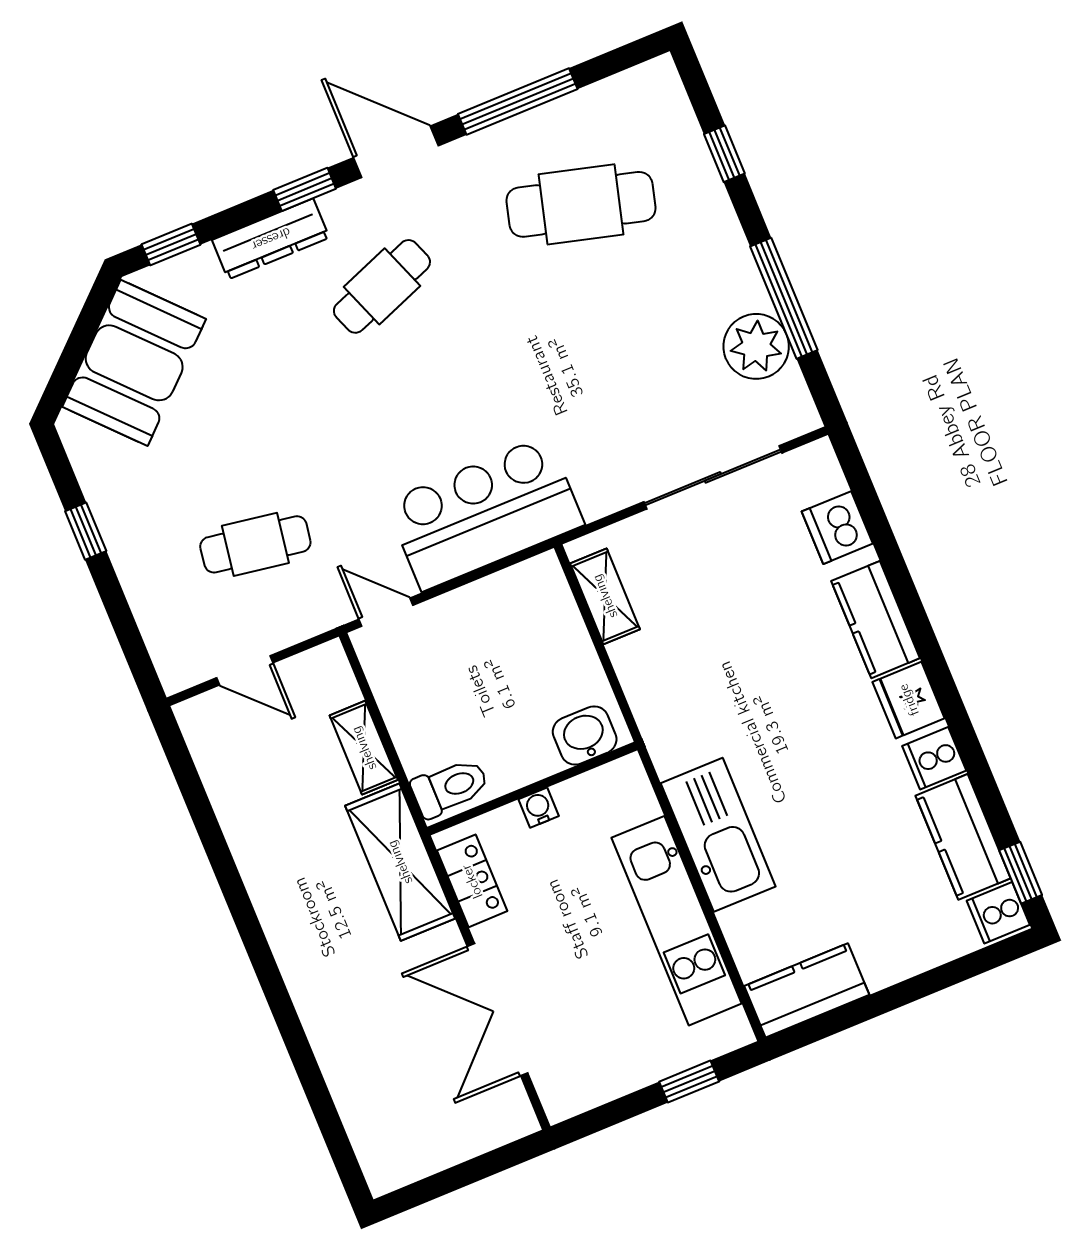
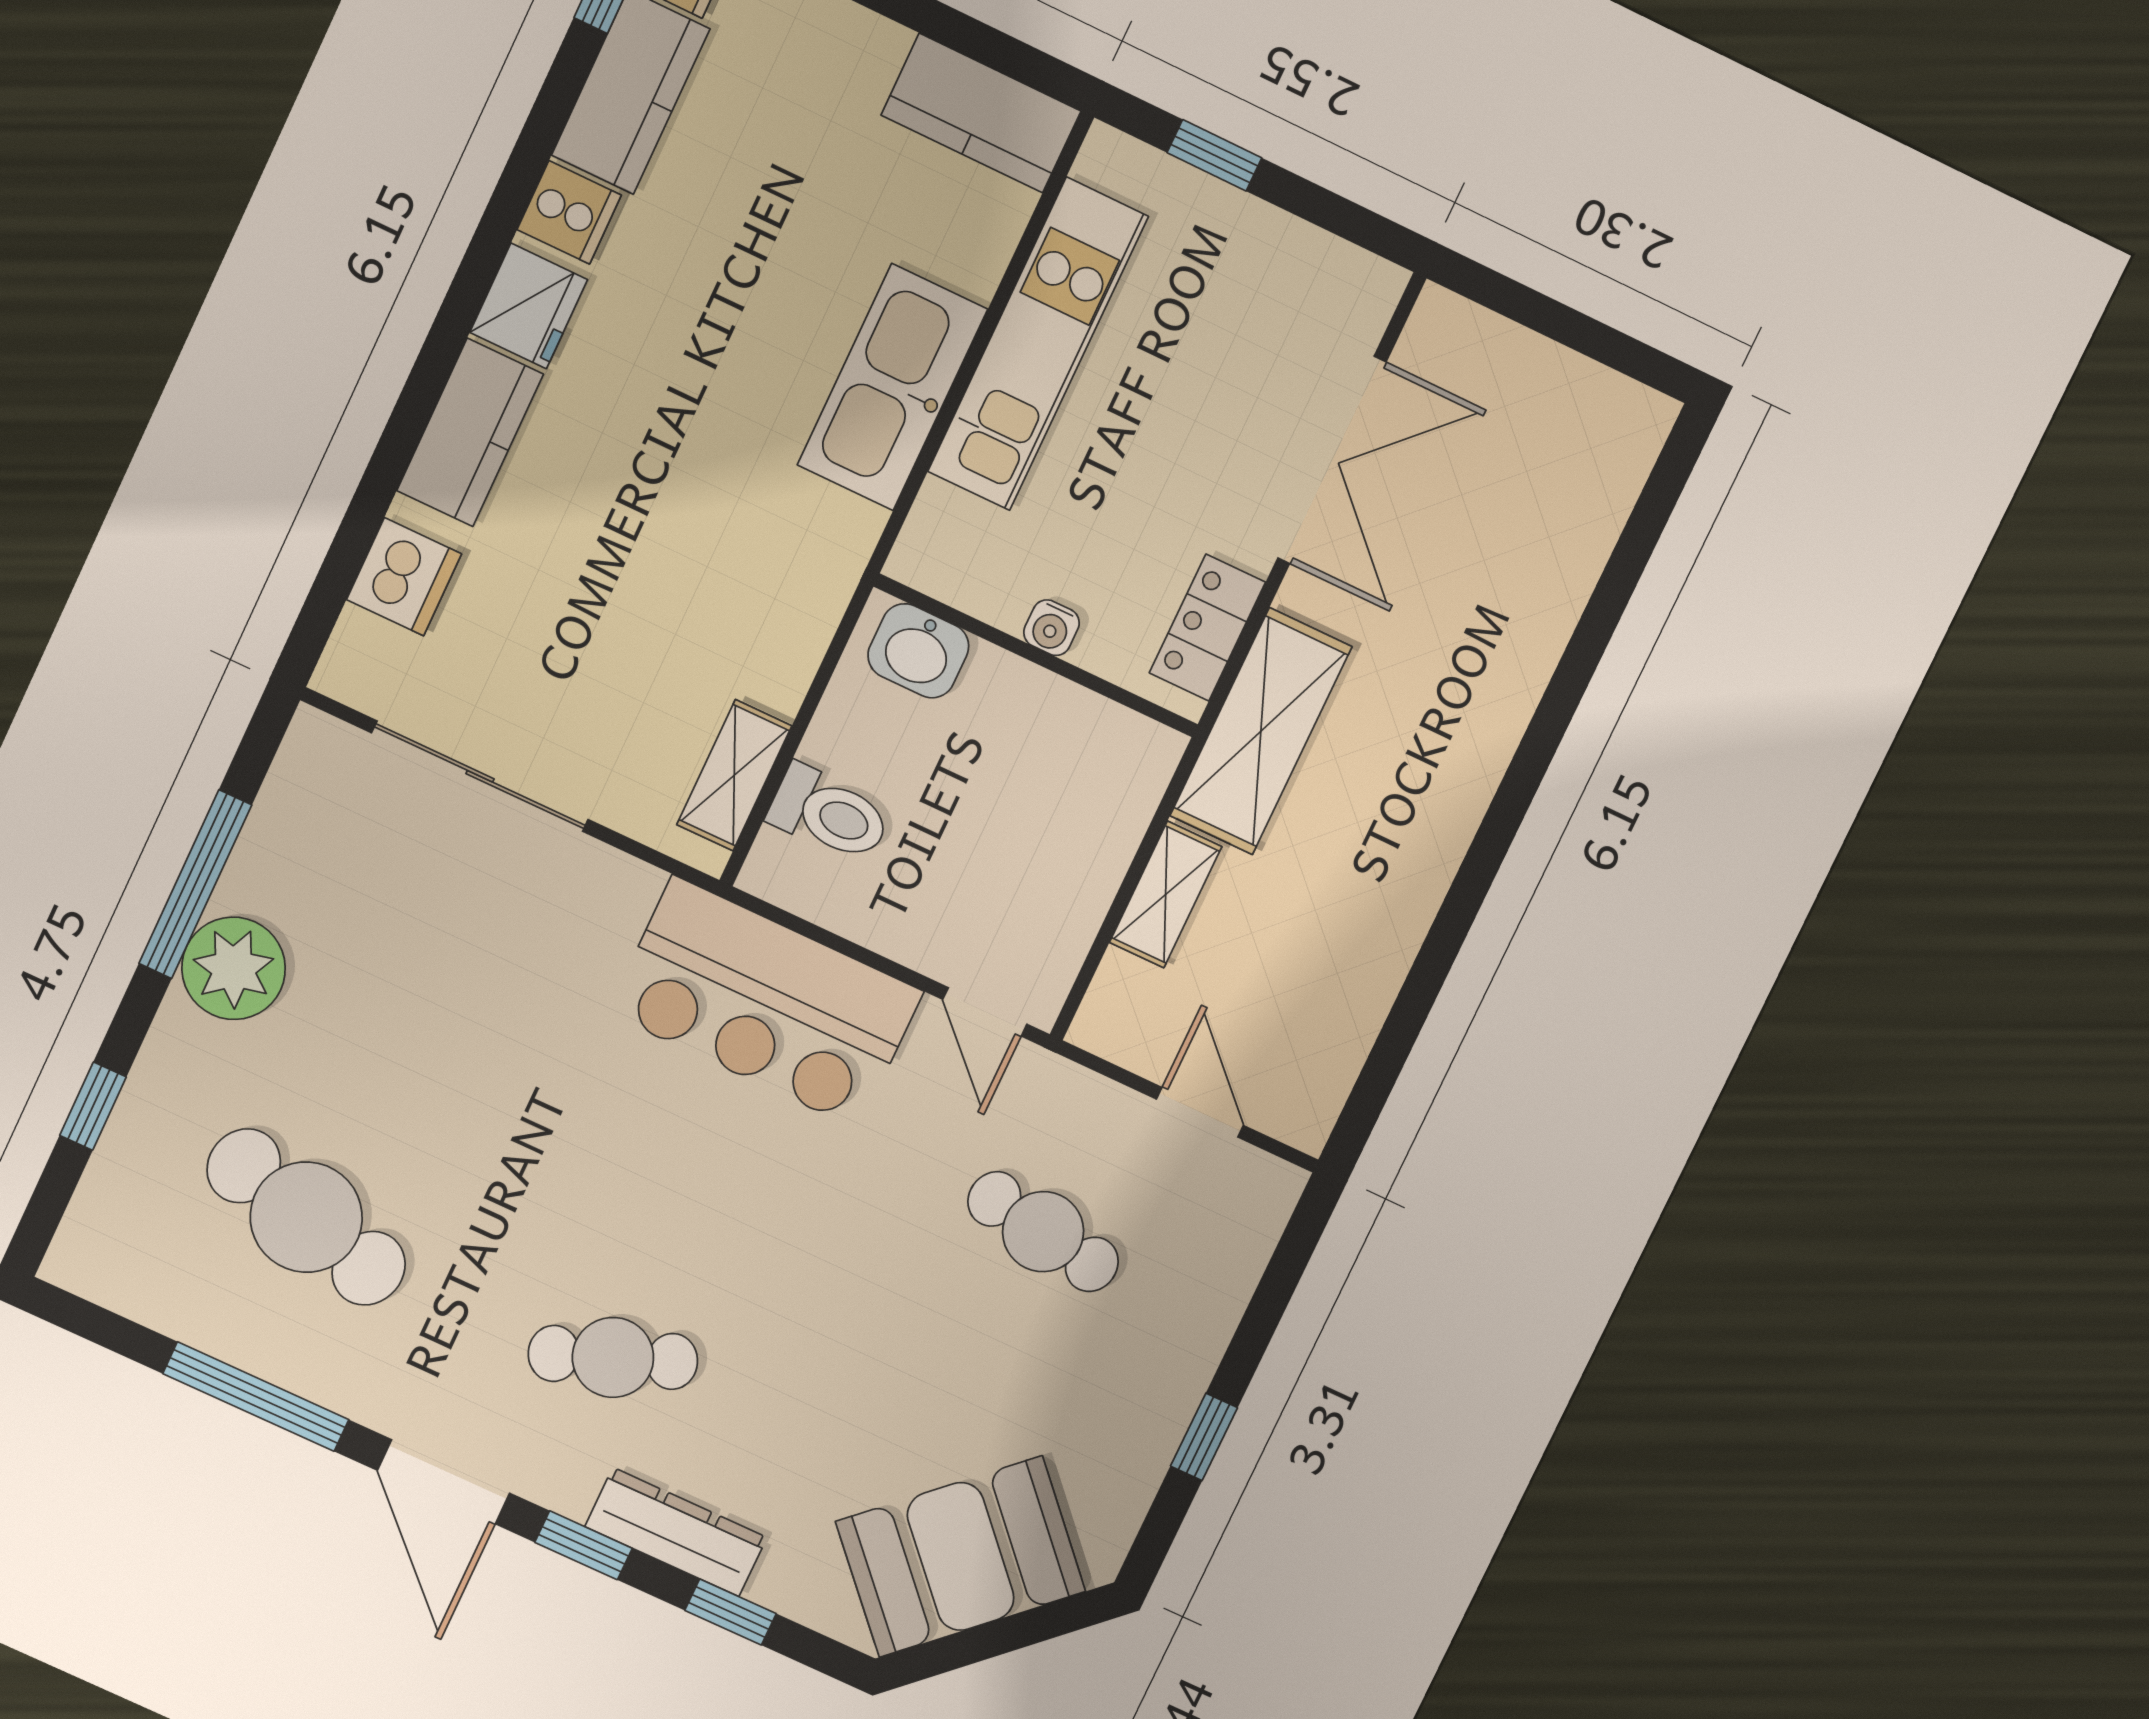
window: (171, 244) -> (731, 1612), moved
plant: (756, 346) -> (234, 968), moved
toilet: (450, 787) -> (829, 814), moved, turned 180

